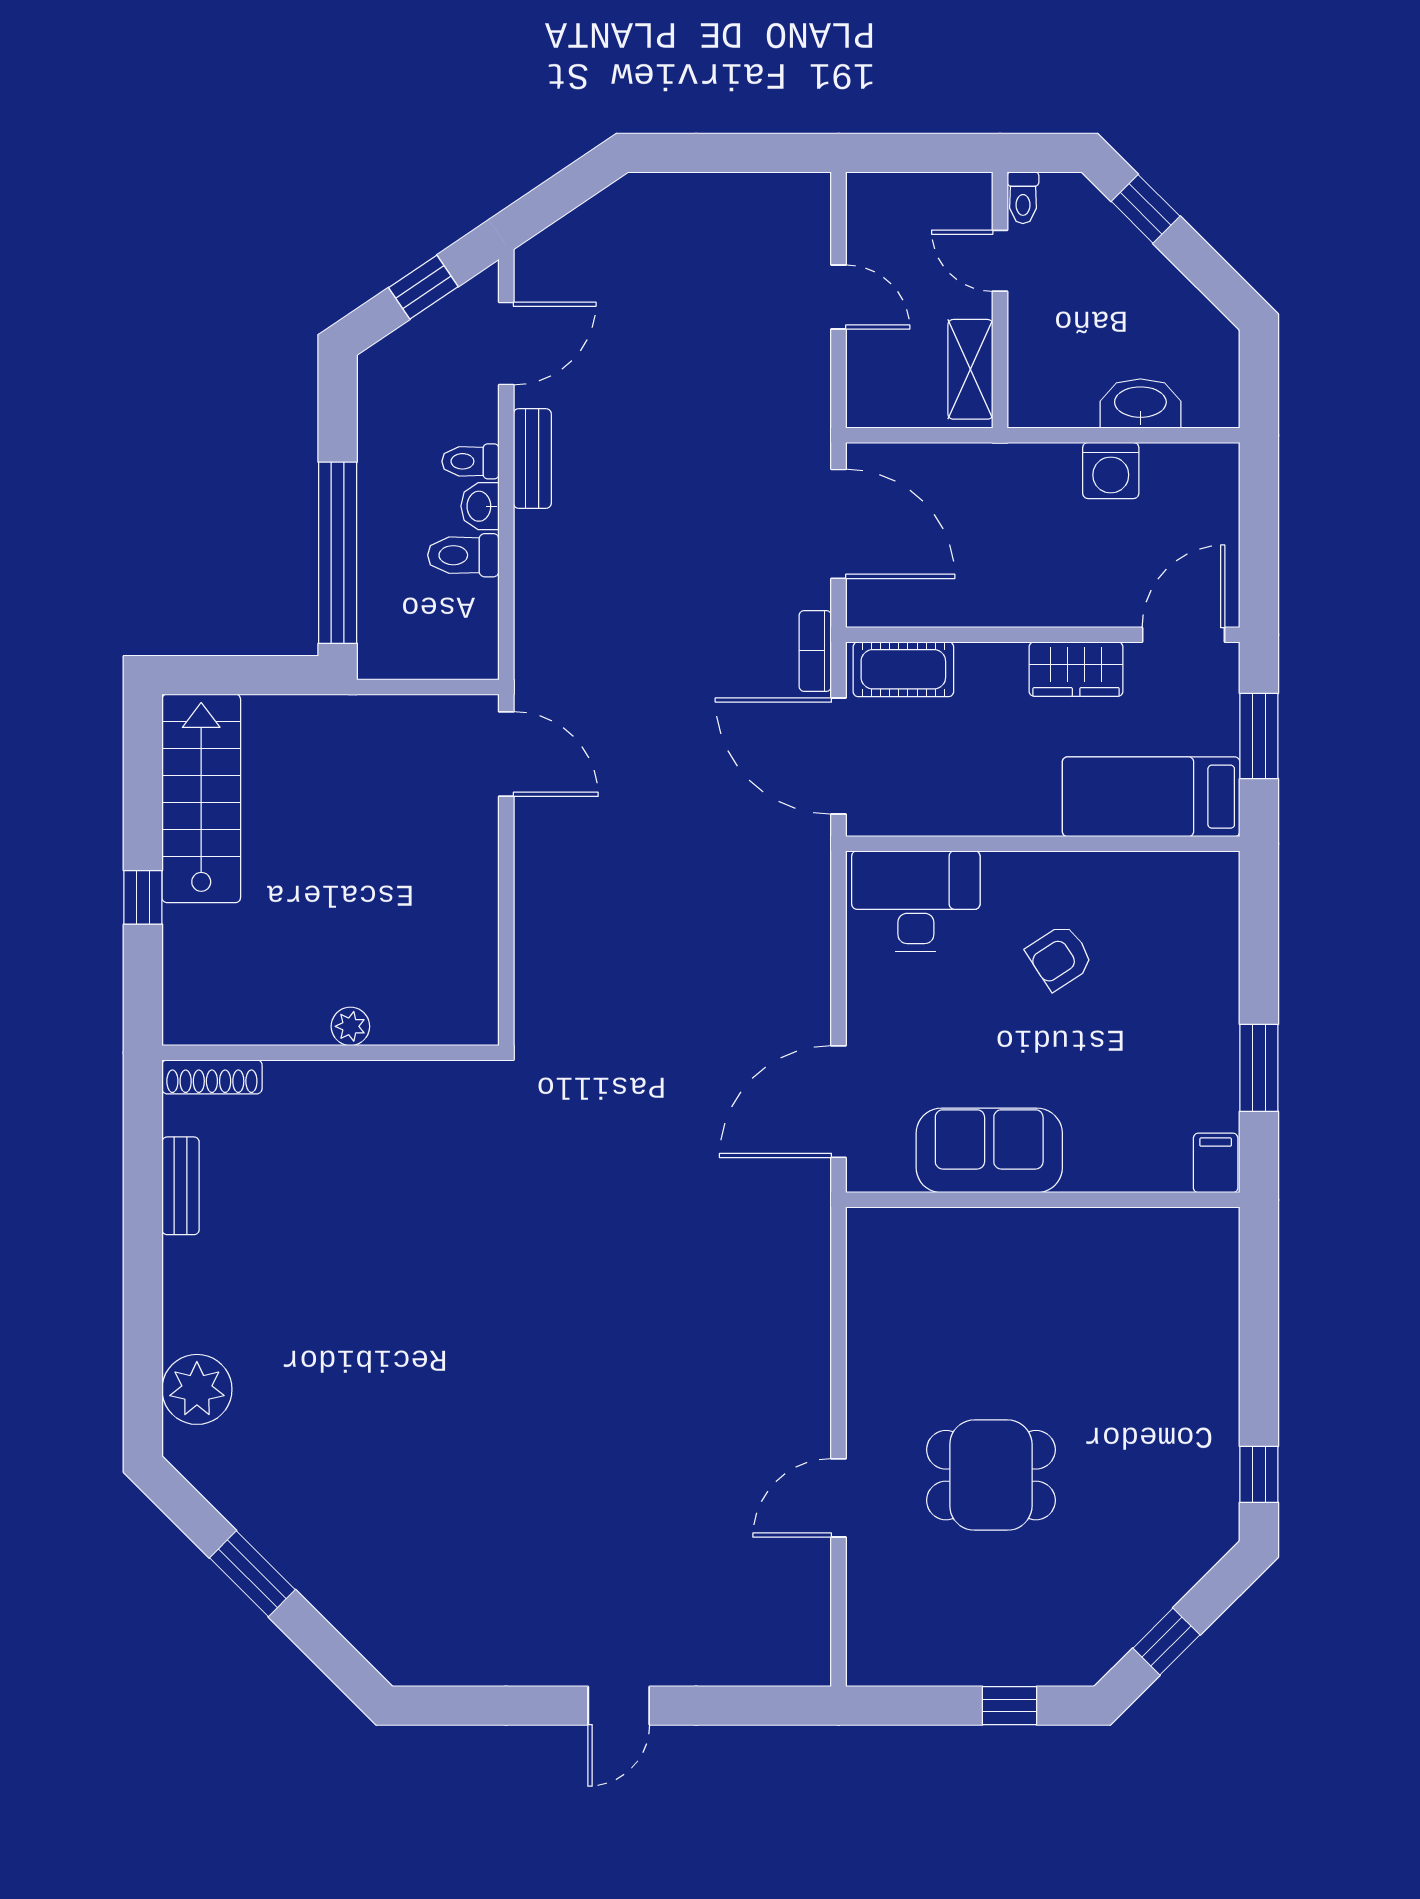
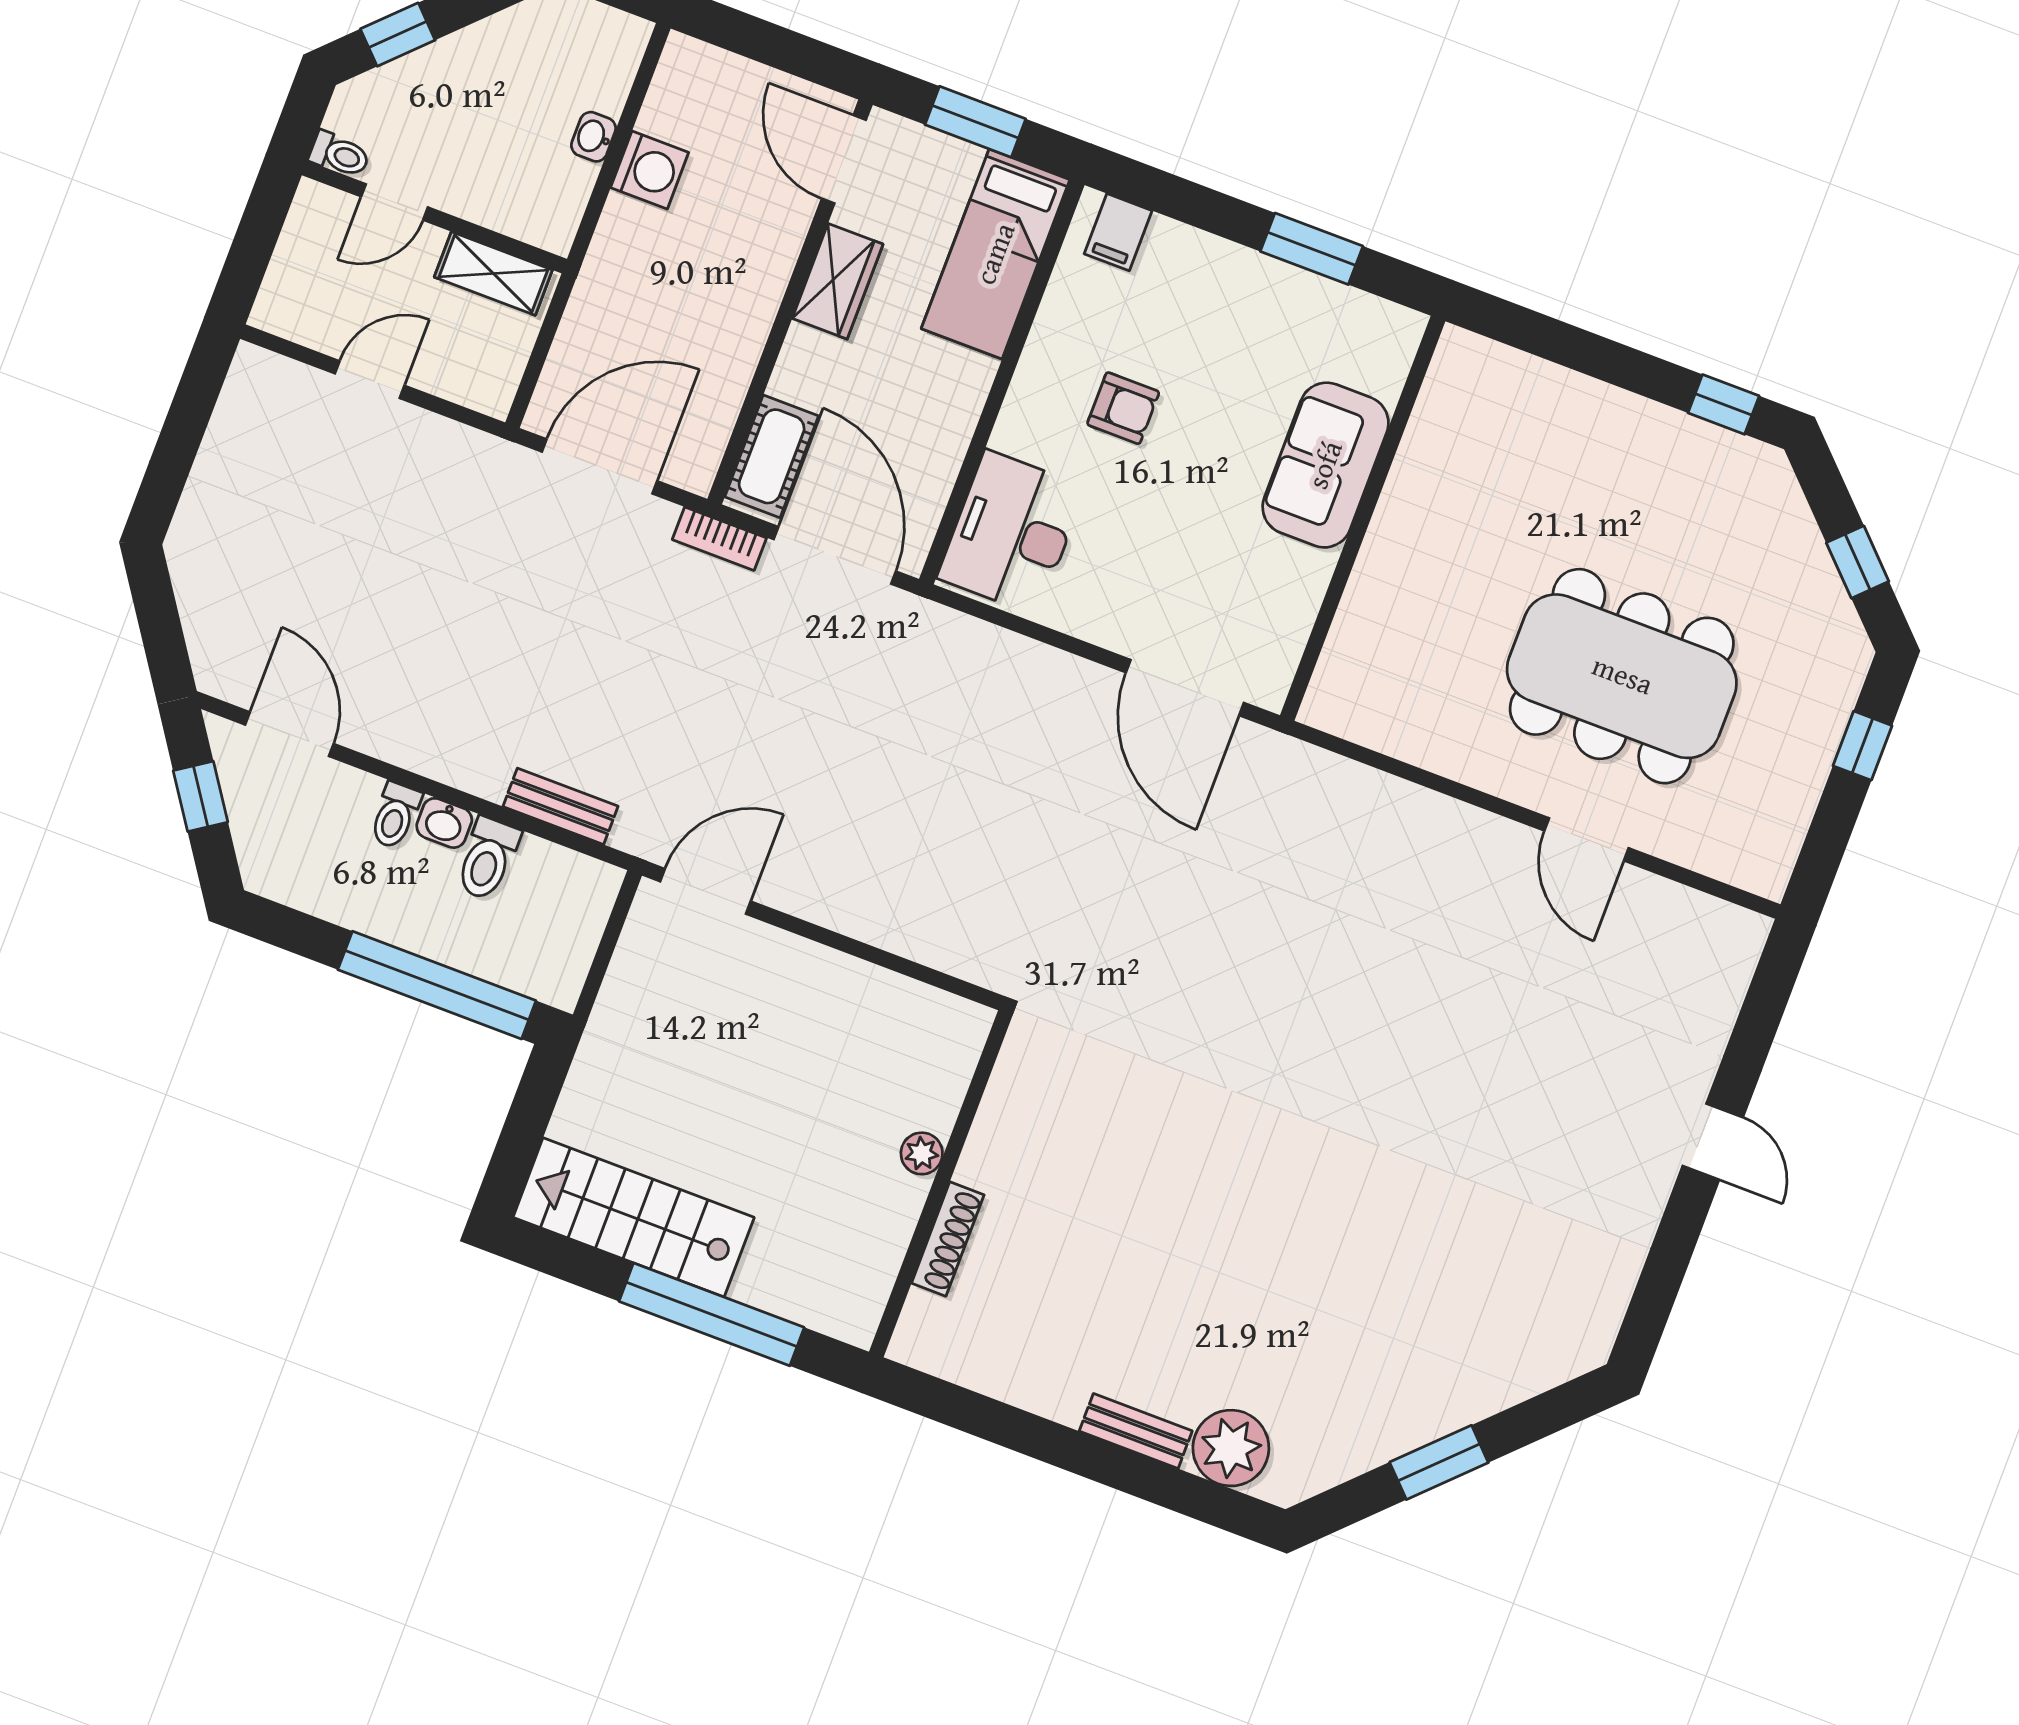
washbasin: (1140, 404) -> (593, 137), width x0.52, depth x0.69
bench: (532, 459) -> (560, 806), moved
door: (839, 756) -> (835, 555), swing flipped
window: (143, 897) -> (712, 1314), width x3.17
armchair: (1060, 957) -> (1123, 408), turned -57
shoe rack: (212, 1077) -> (948, 1239), moved
sofa: (989, 1150) -> (1326, 465), moved
filing cabinet: (1216, 1163) -> (1118, 232), moved, turned -90
bench: (181, 1186) -> (1136, 1431), moved
dining table: (991, 1475) -> (1622, 676), width x1.88, depth x1.24

